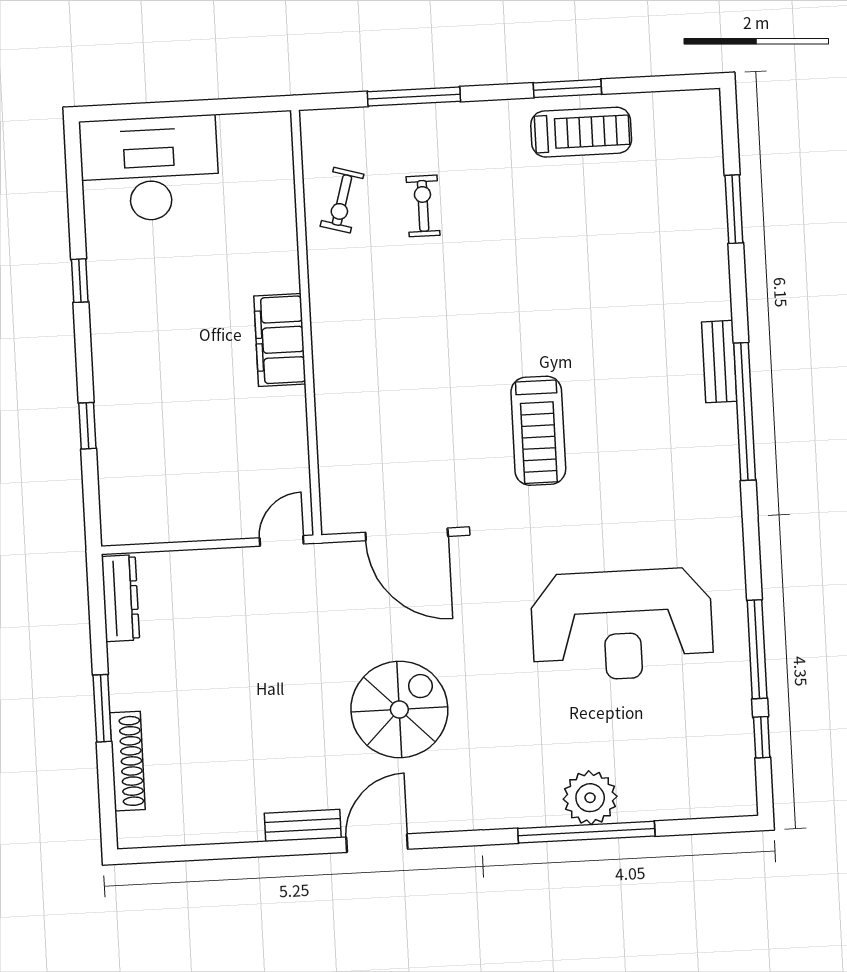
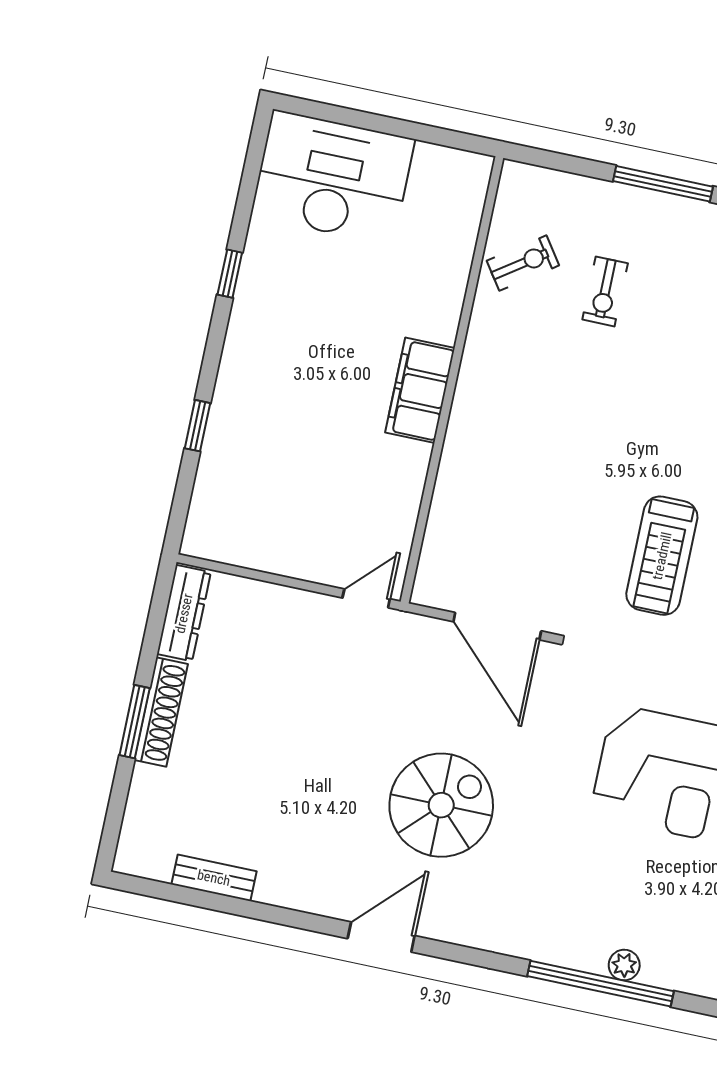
window: (414, 97) -> (663, 184), moved
exercise bike: (342, 200) -> (523, 263), turned -141
exercise bike: (423, 206) -> (605, 291), turned 180
shoe rack: (127, 761) -> (161, 712), moved
plant: (590, 798) -> (624, 965), width x0.53, depth x0.53
bench: (303, 825) -> (214, 878), moved

